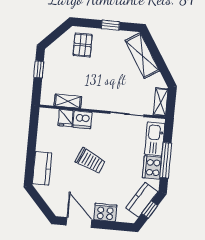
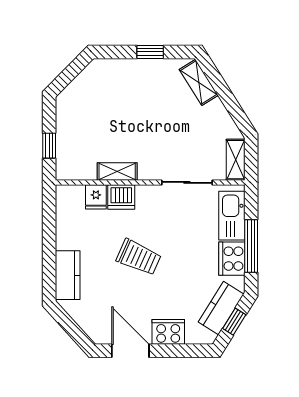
pallet: (83, 45) -> (111, 85), removed
shelving: (142, 56) -> (199, 82), width x0.67, depth x0.75
window: (39, 69) -> (49, 146), moved
shelving: (68, 101) -> (117, 171), moved

